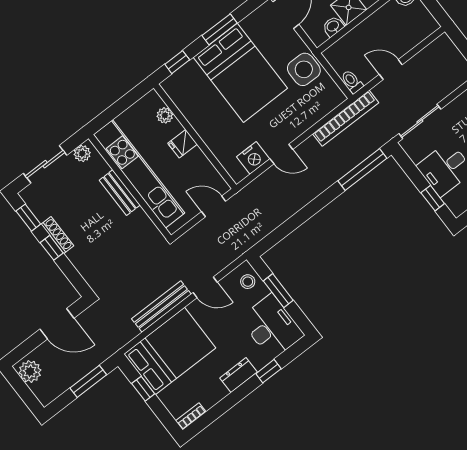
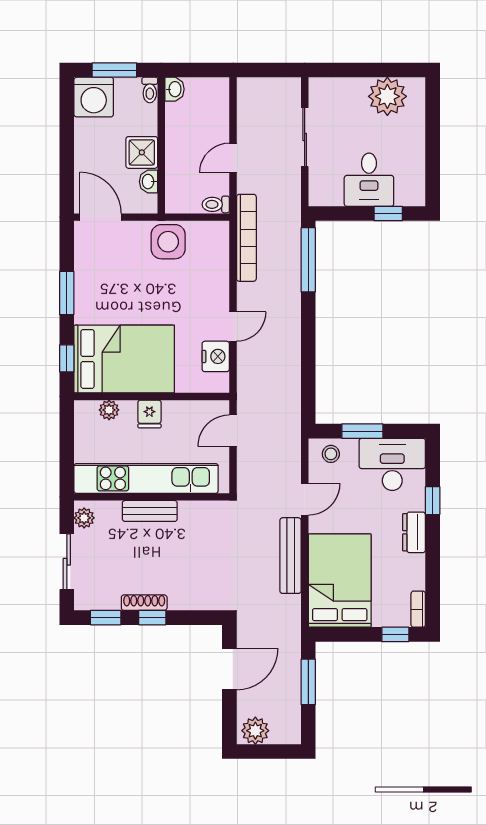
bed: (240, 73) -> (124, 359), moved
sliding door: (420, 121) -> (305, 137), moved
window: (143, 389) -> (395, 634), moved

